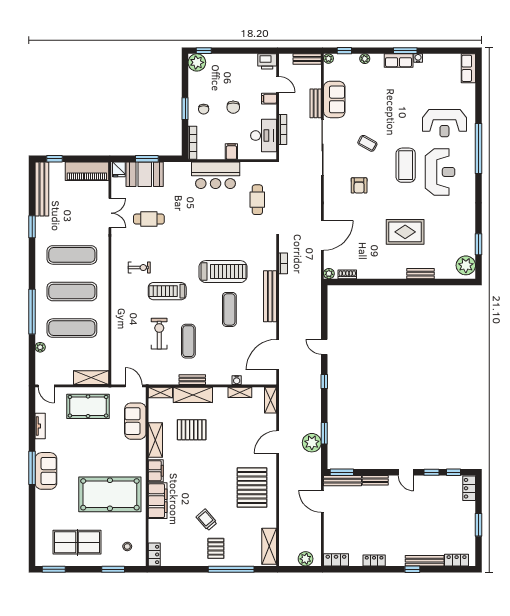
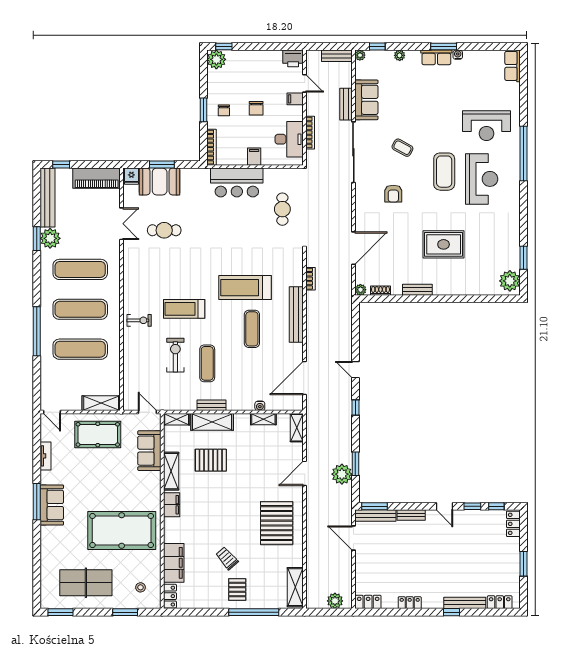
exercise bike: (139, 268) -> (139, 320), moved
treadmill: (223, 272) -> (245, 288), turned 180
bench: (421, 274) -> (417, 290), moved
plant: (40, 347) -> (50, 238), moved, width x1.88, depth x1.88
filing cabinet: (158, 501) -> (174, 563), moved

